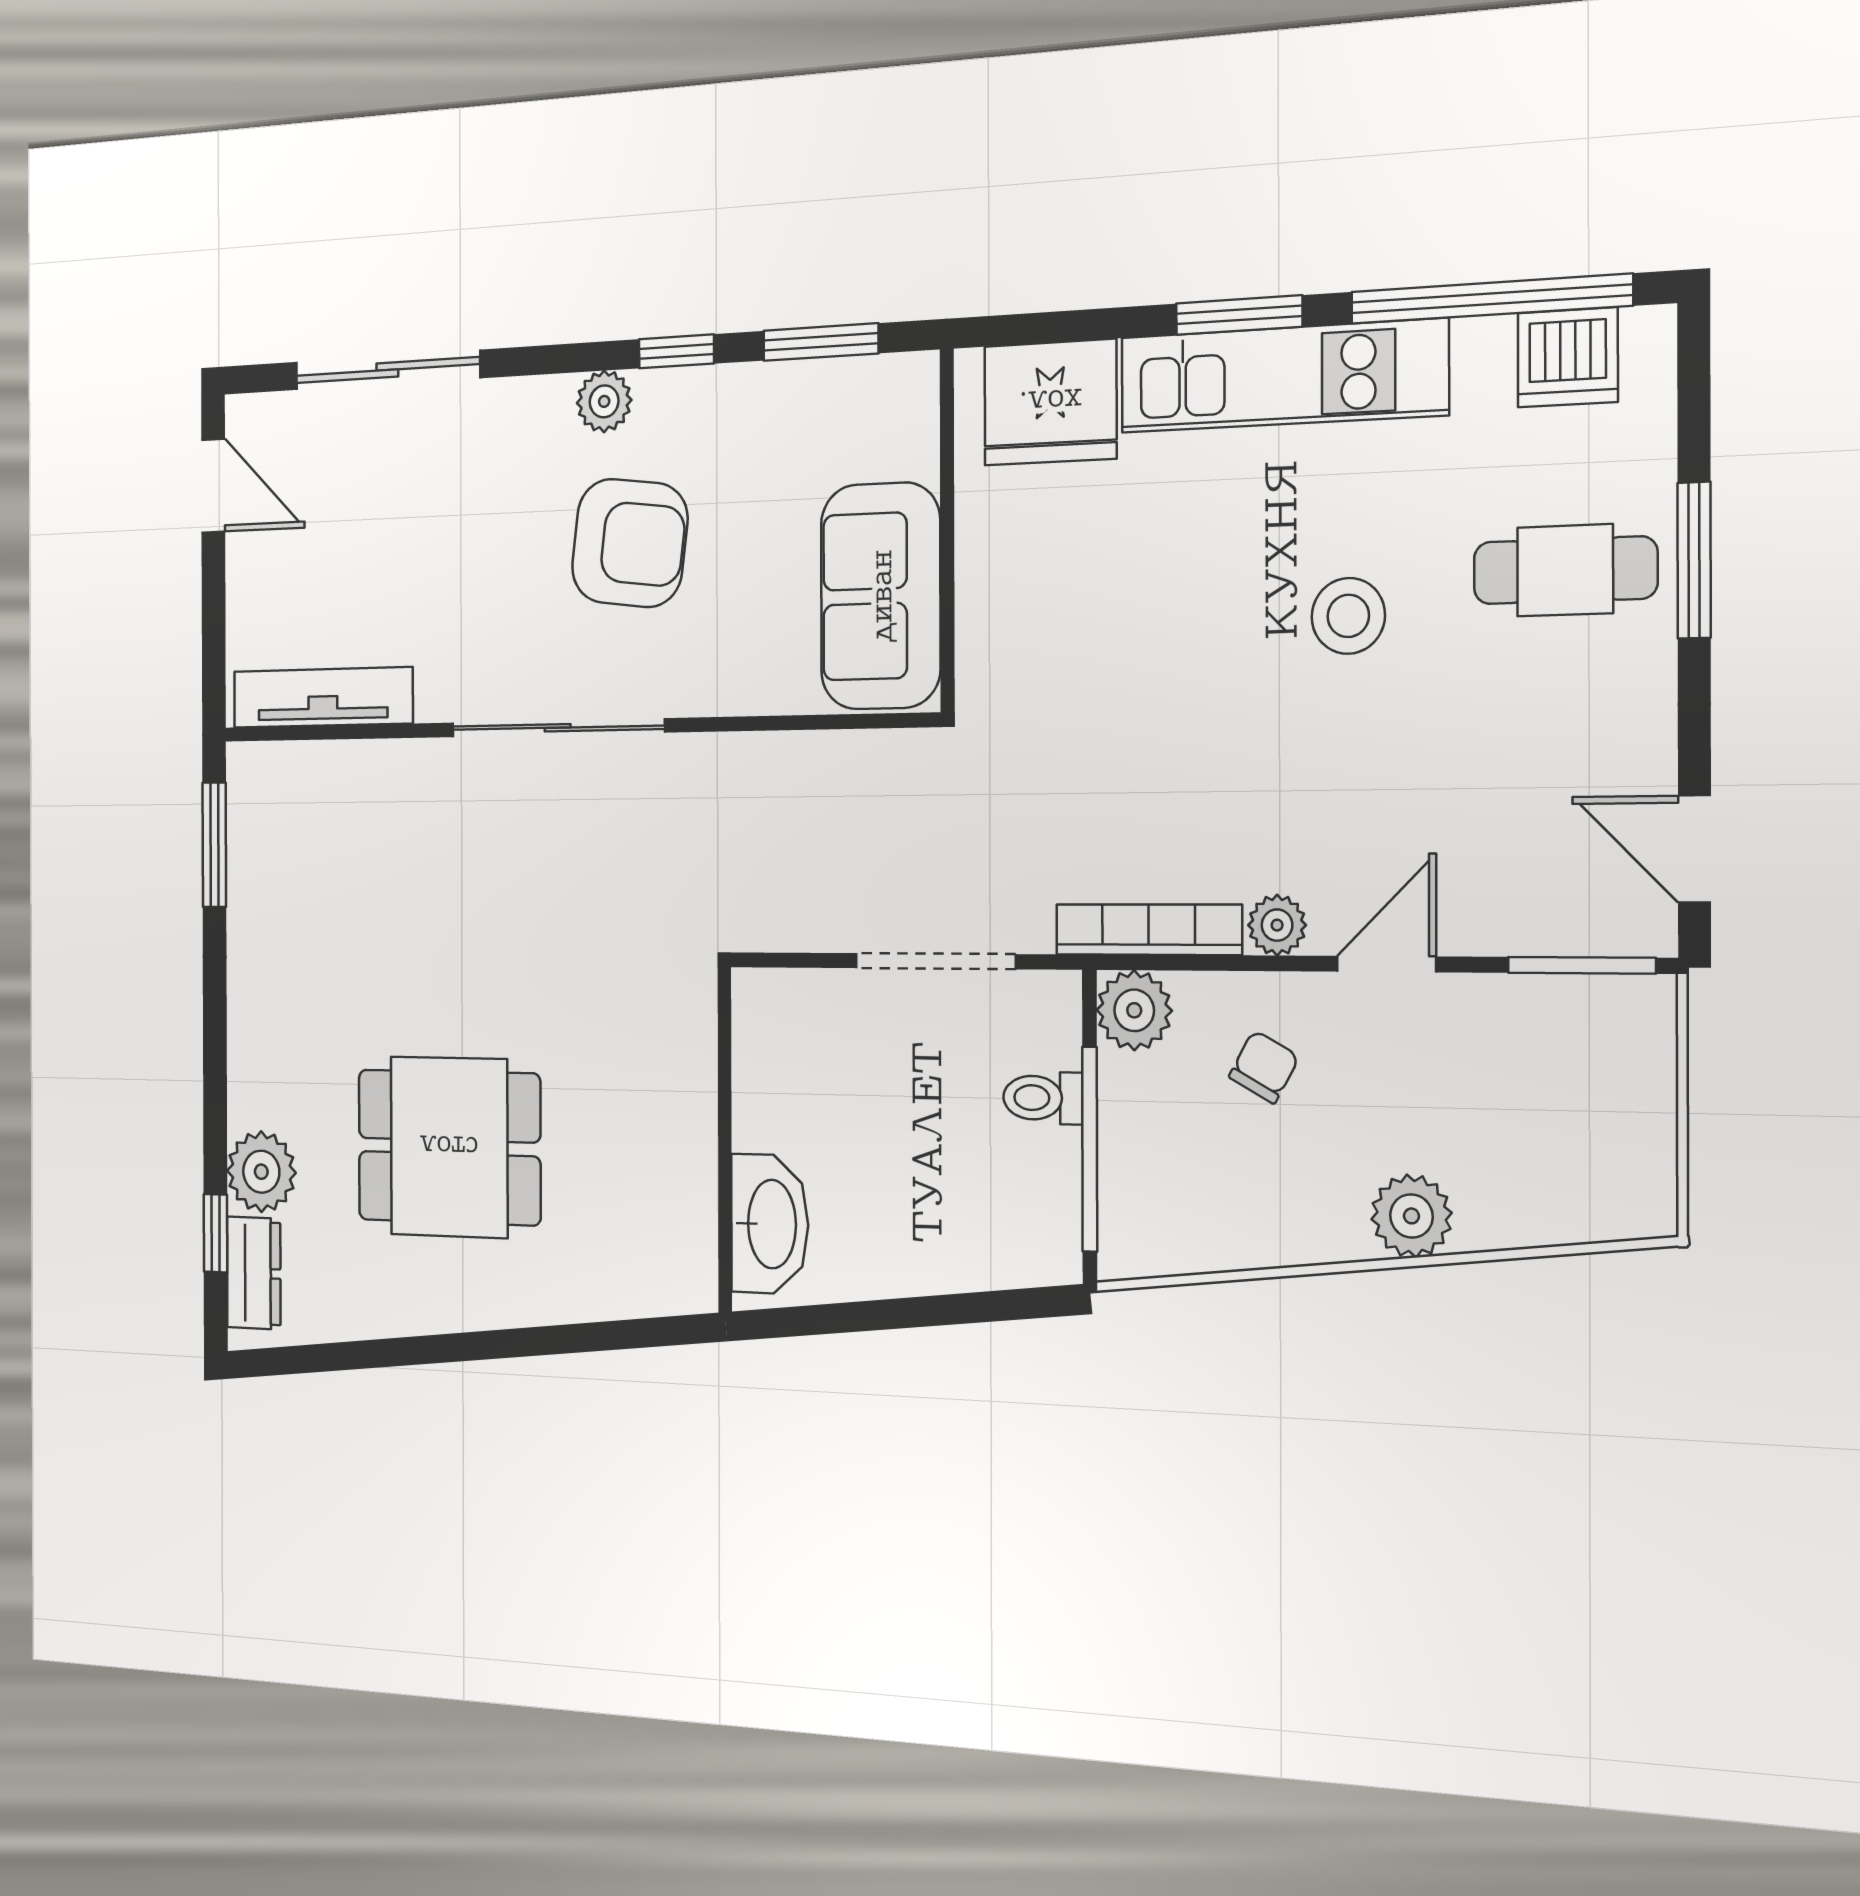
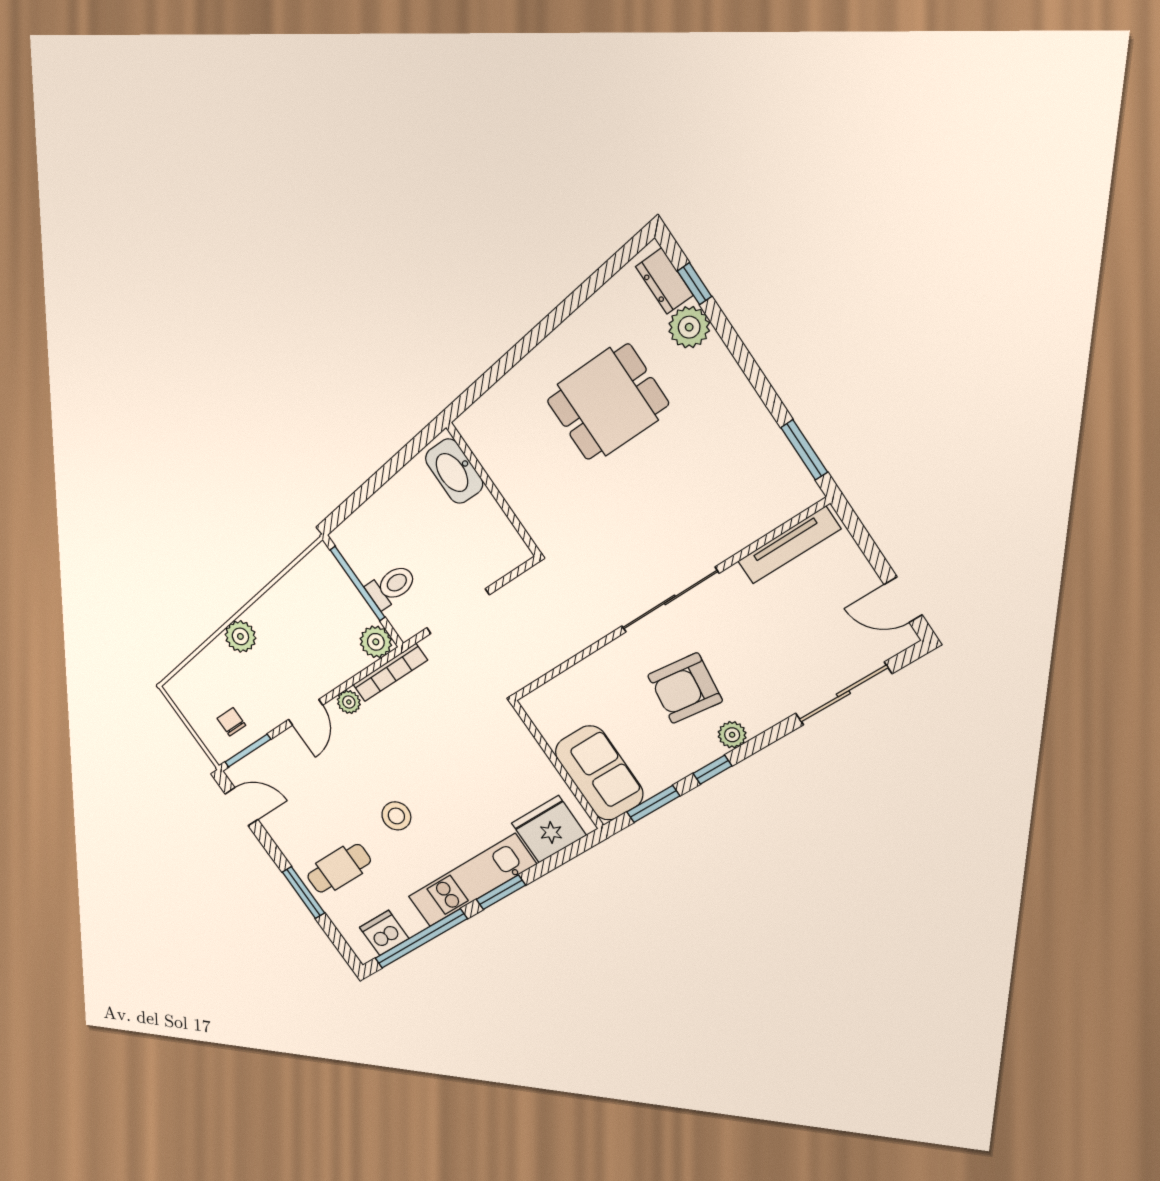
sofa: (881, 596) -> (599, 773), moved
chair: (1264, 1067) -> (231, 722), moved, turned 151
toilet: (1043, 1098) -> (391, 586), width x1.37, depth x1.39

